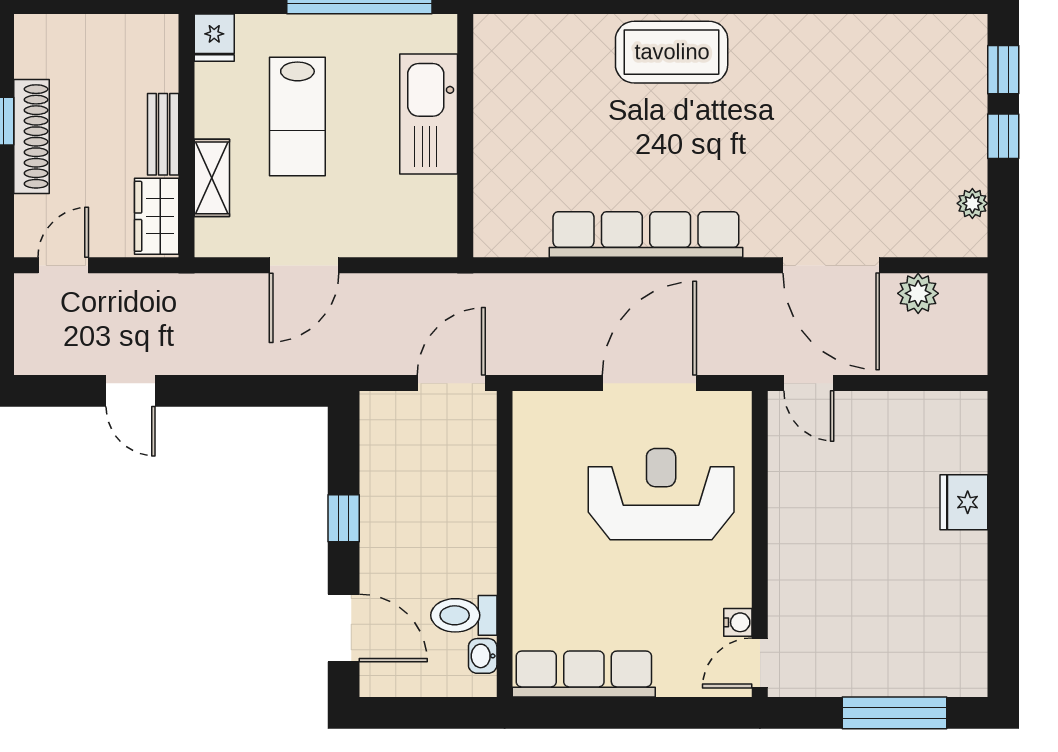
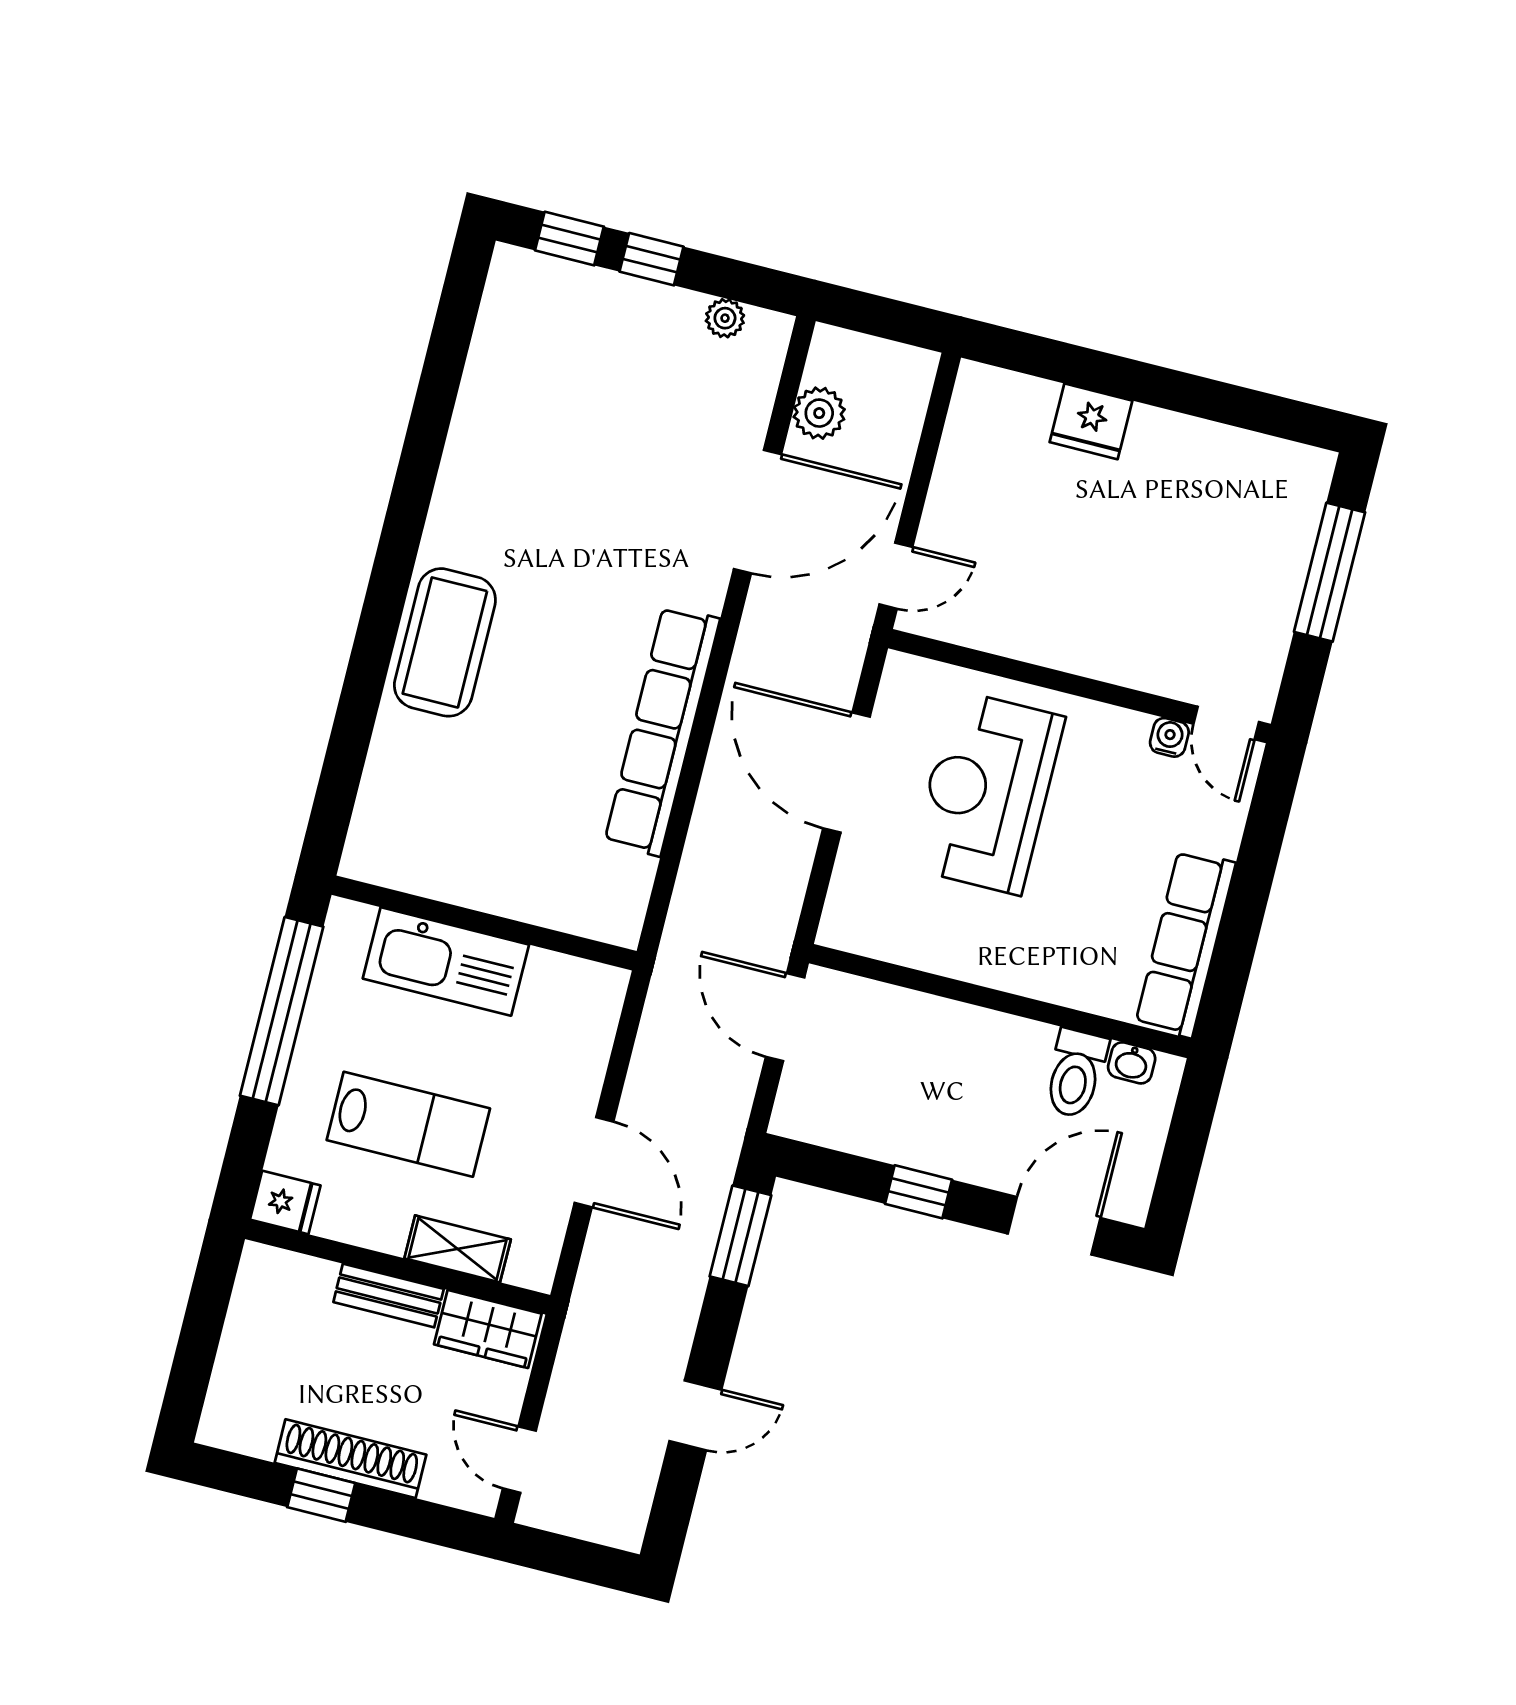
window: (276, 391) -> (740, 1236), added

